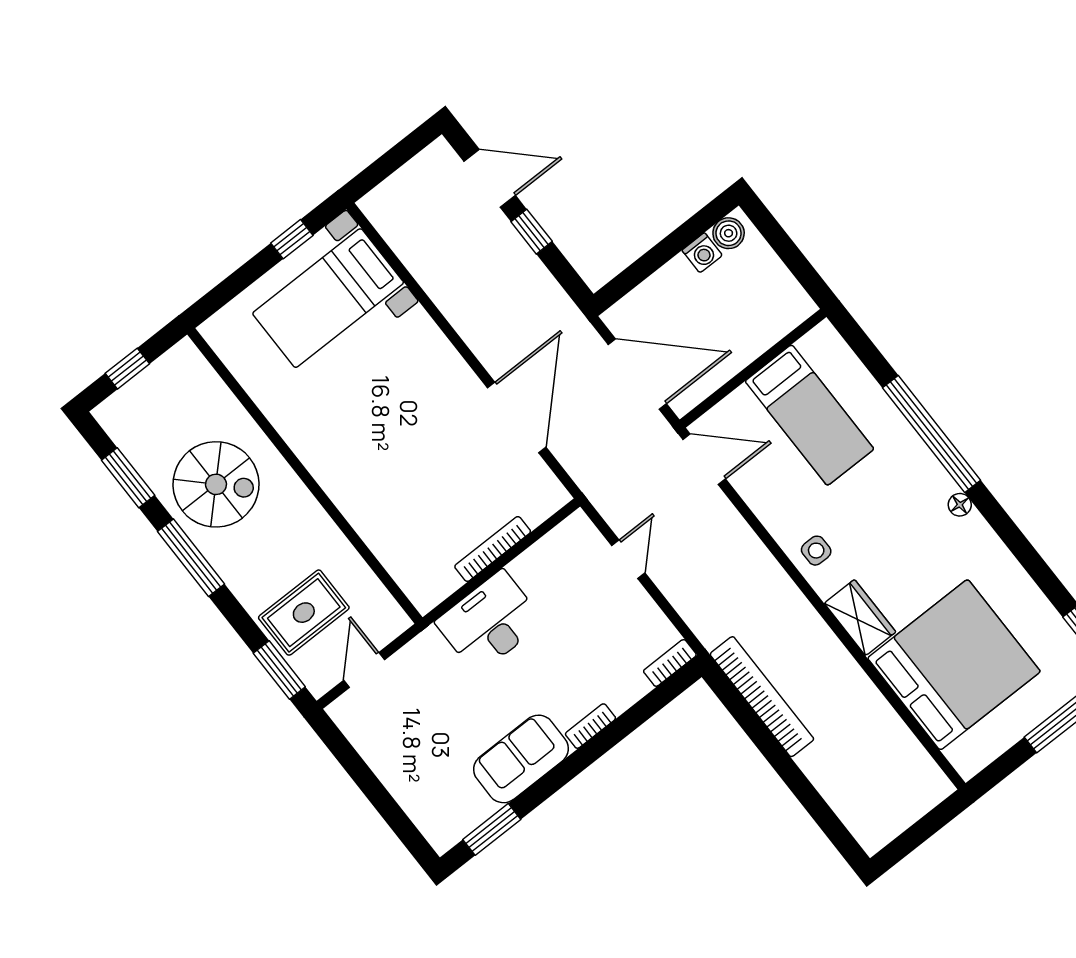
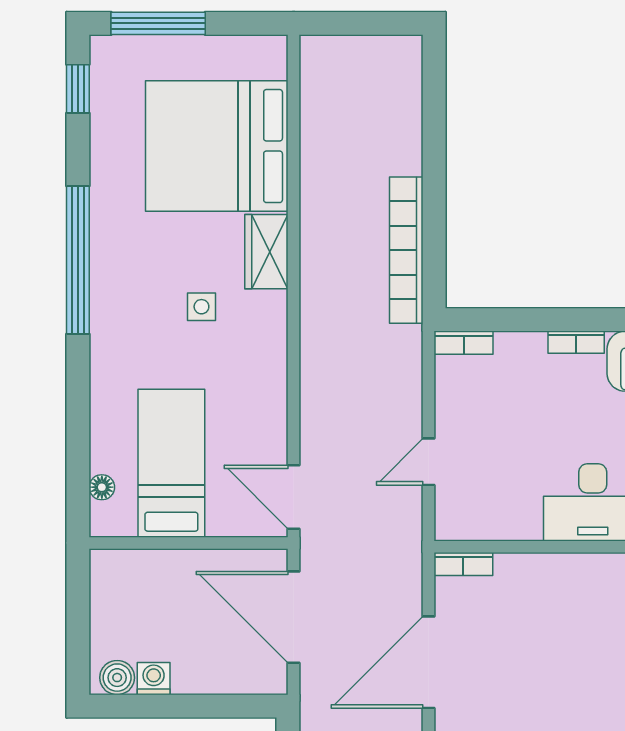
window: (931, 434) -> (78, 260), moved
floor lamp: (960, 505) -> (102, 487), moved
bookcase: (493, 549) -> (463, 564), moved, width x0.64
side table: (816, 551) -> (201, 307), moved

